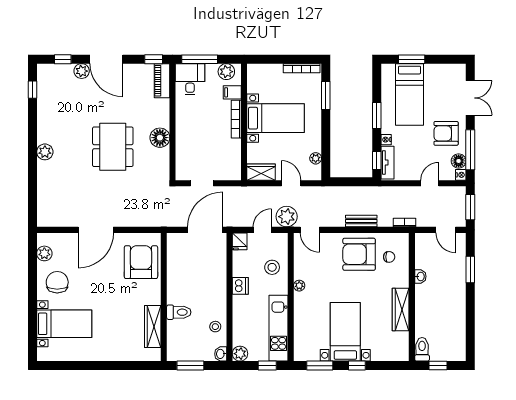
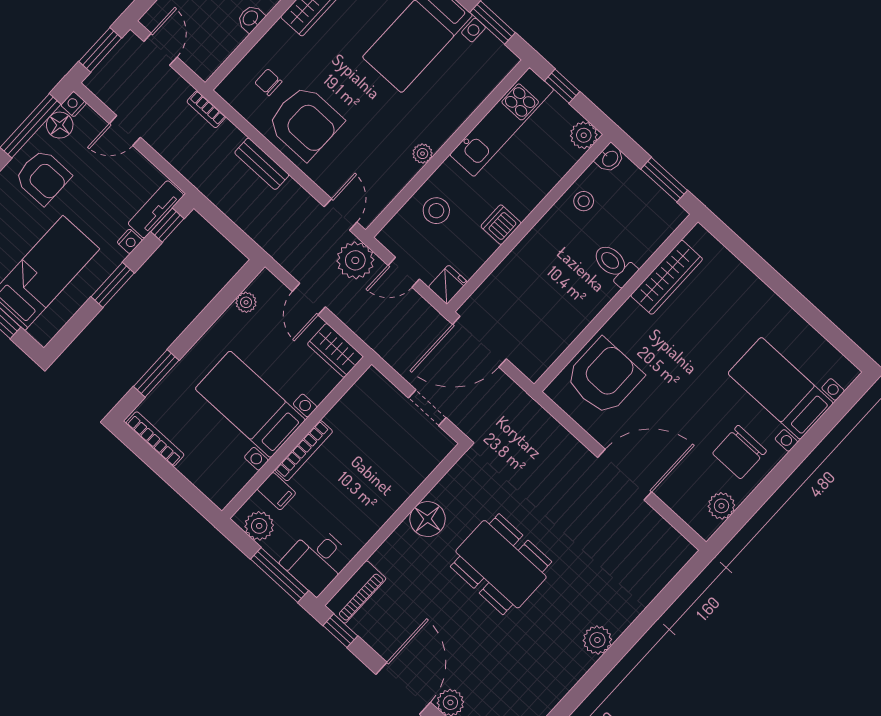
dining table: (113, 147) -> (501, 564), turned 90
armchair: (141, 262) -> (604, 377), turned 180

